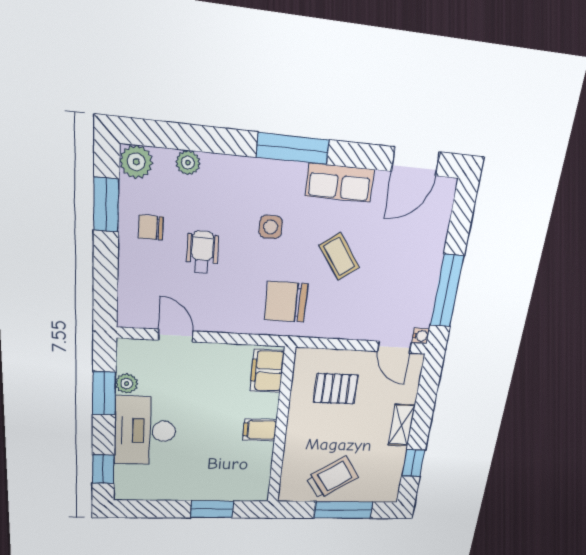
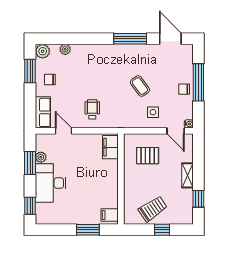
window: (293, 148) -> (130, 39), moved
door: (415, 162) -> (170, 39), swing flipped
row of seats: (340, 183) -> (43, 112), moved, turned -90
side table: (271, 227) -> (153, 112), moved
wheelchair: (202, 252) -> (92, 109), moved
window: (447, 291) -> (198, 82), moved
chair: (286, 302) -> (184, 89), moved, width x0.54, depth x0.54
filing cabinet: (260, 430) -> (110, 215), moved
window: (343, 510) -> (162, 230), width x0.46

